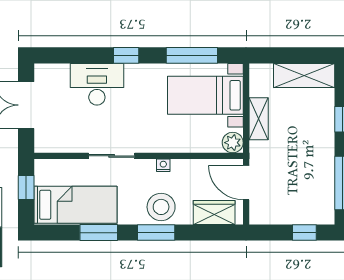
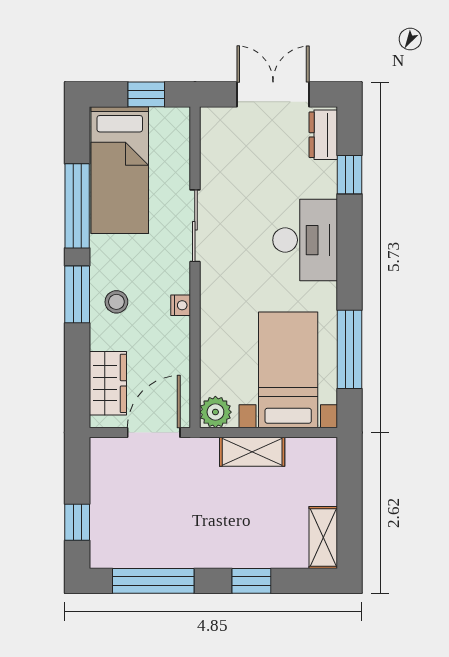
window: (126, 55) -> (349, 175), moved
dresser: (52, 72) -> (323, 135), added
shelving: (304, 76) -> (323, 538), width x0.67, depth x0.75
desk: (97, 84) -> (305, 240), moved
stool: (161, 207) -> (116, 302), width x0.53, depth x0.53
window: (99, 233) -> (77, 206), width x1.44

